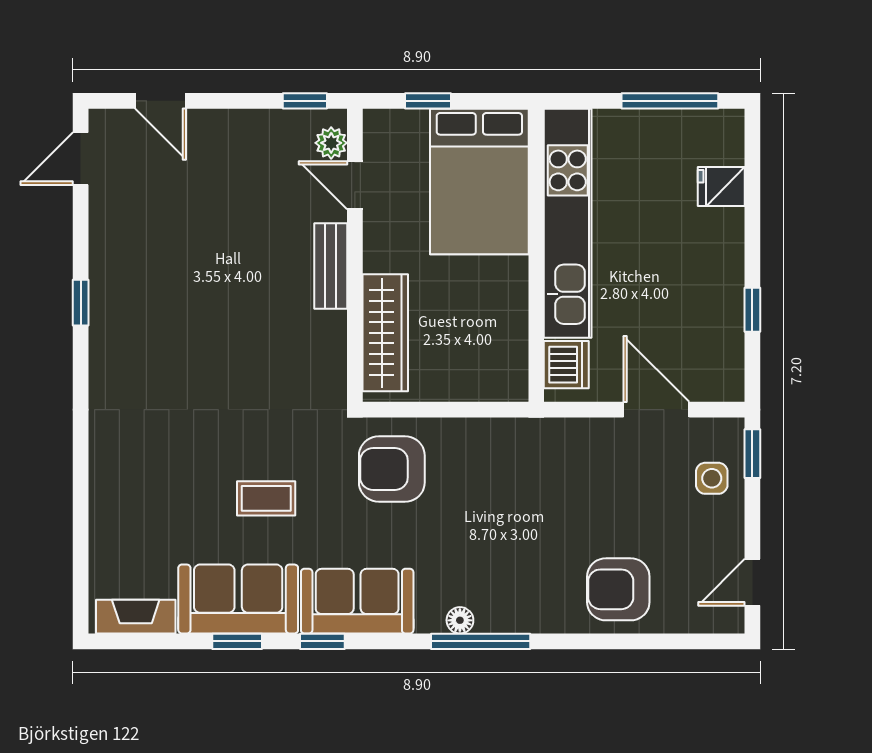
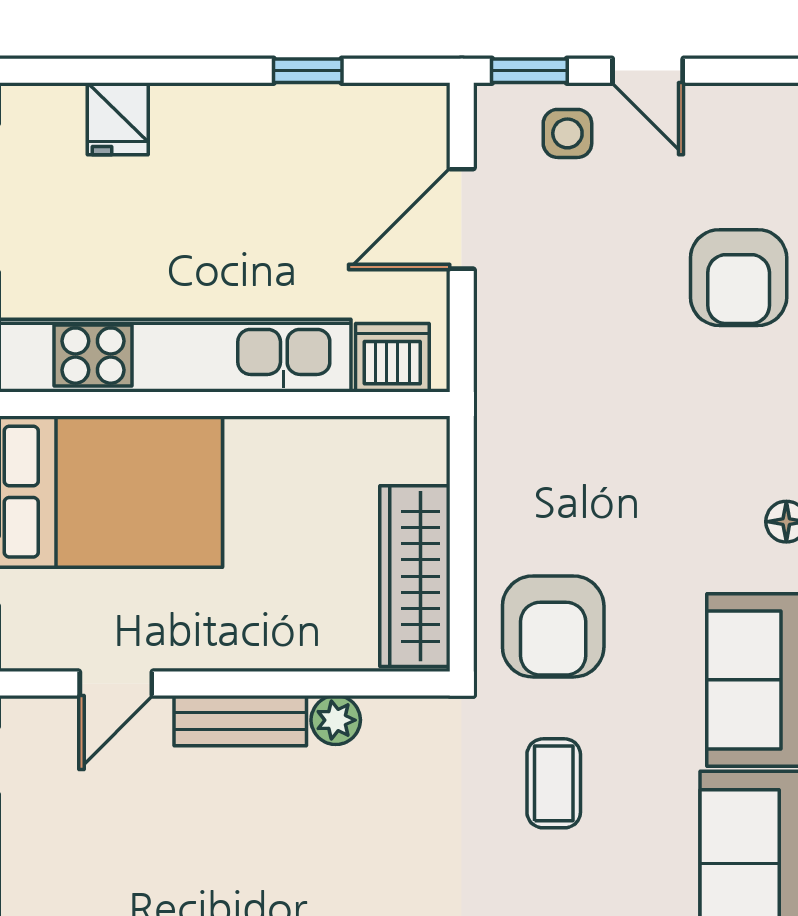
plant: (331, 143) -> (336, 720), moved
wardrobe: (385, 333) -> (415, 576), moved, turned -90
coffee table: (266, 498) -> (554, 783), moved
door: (752, 582) -> (648, 71), moved

